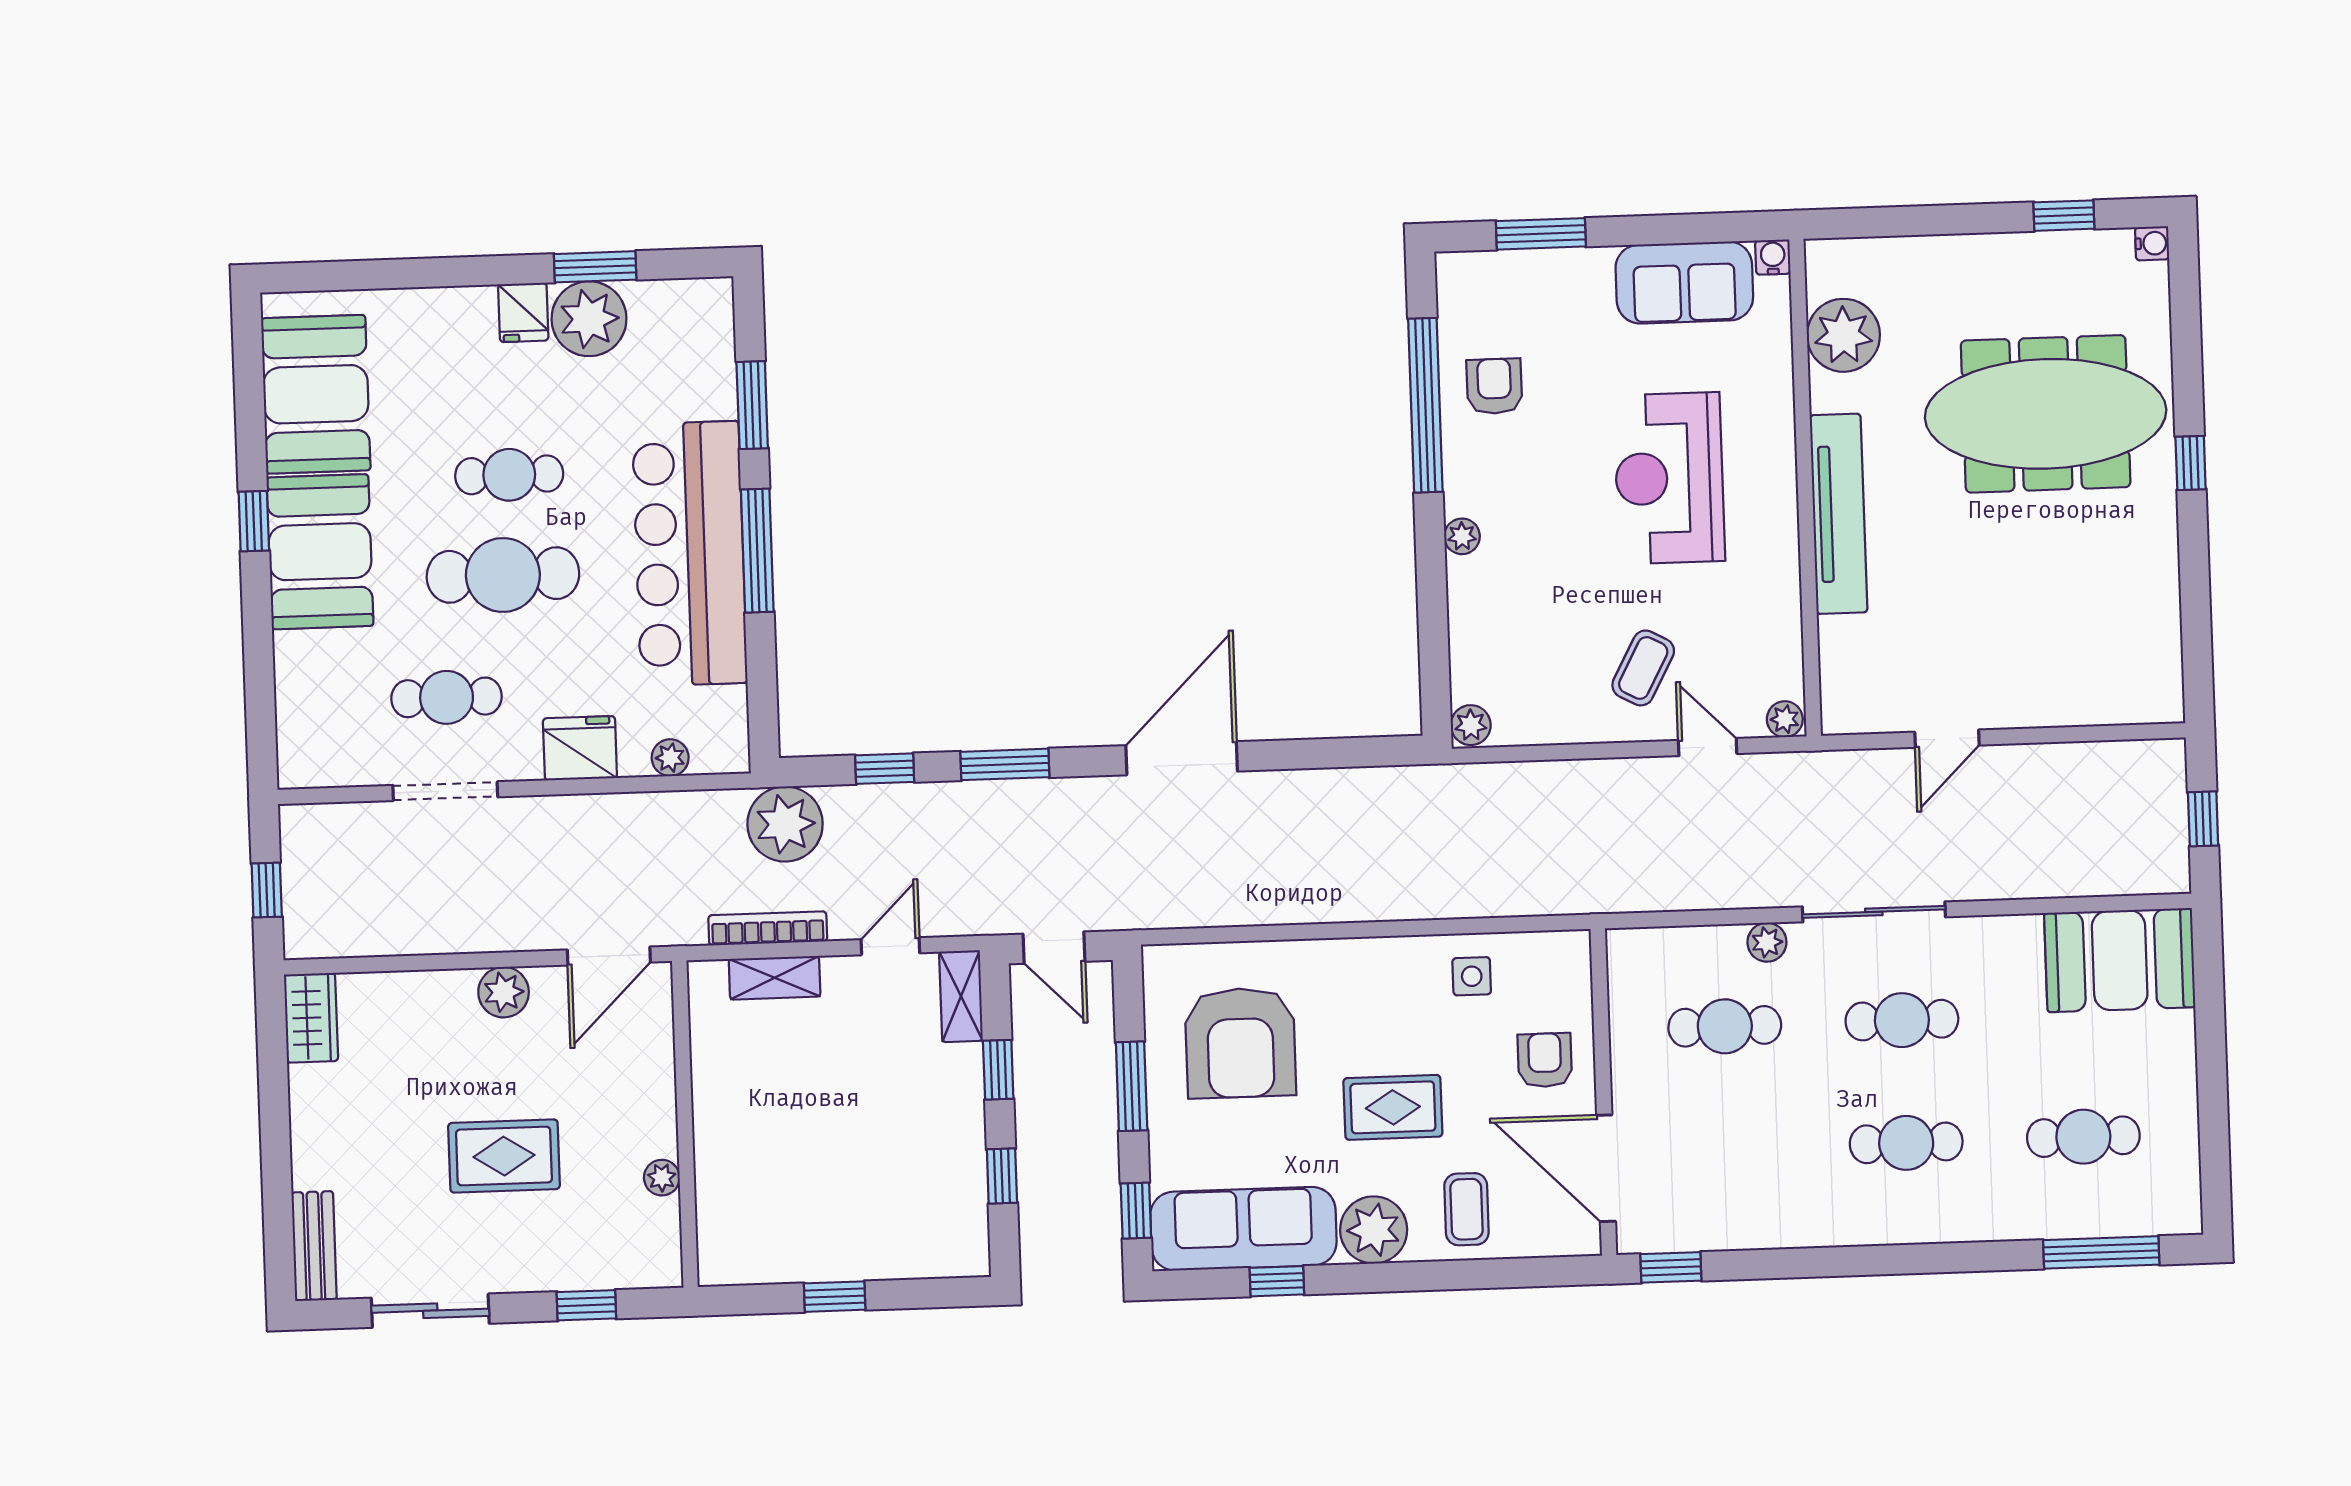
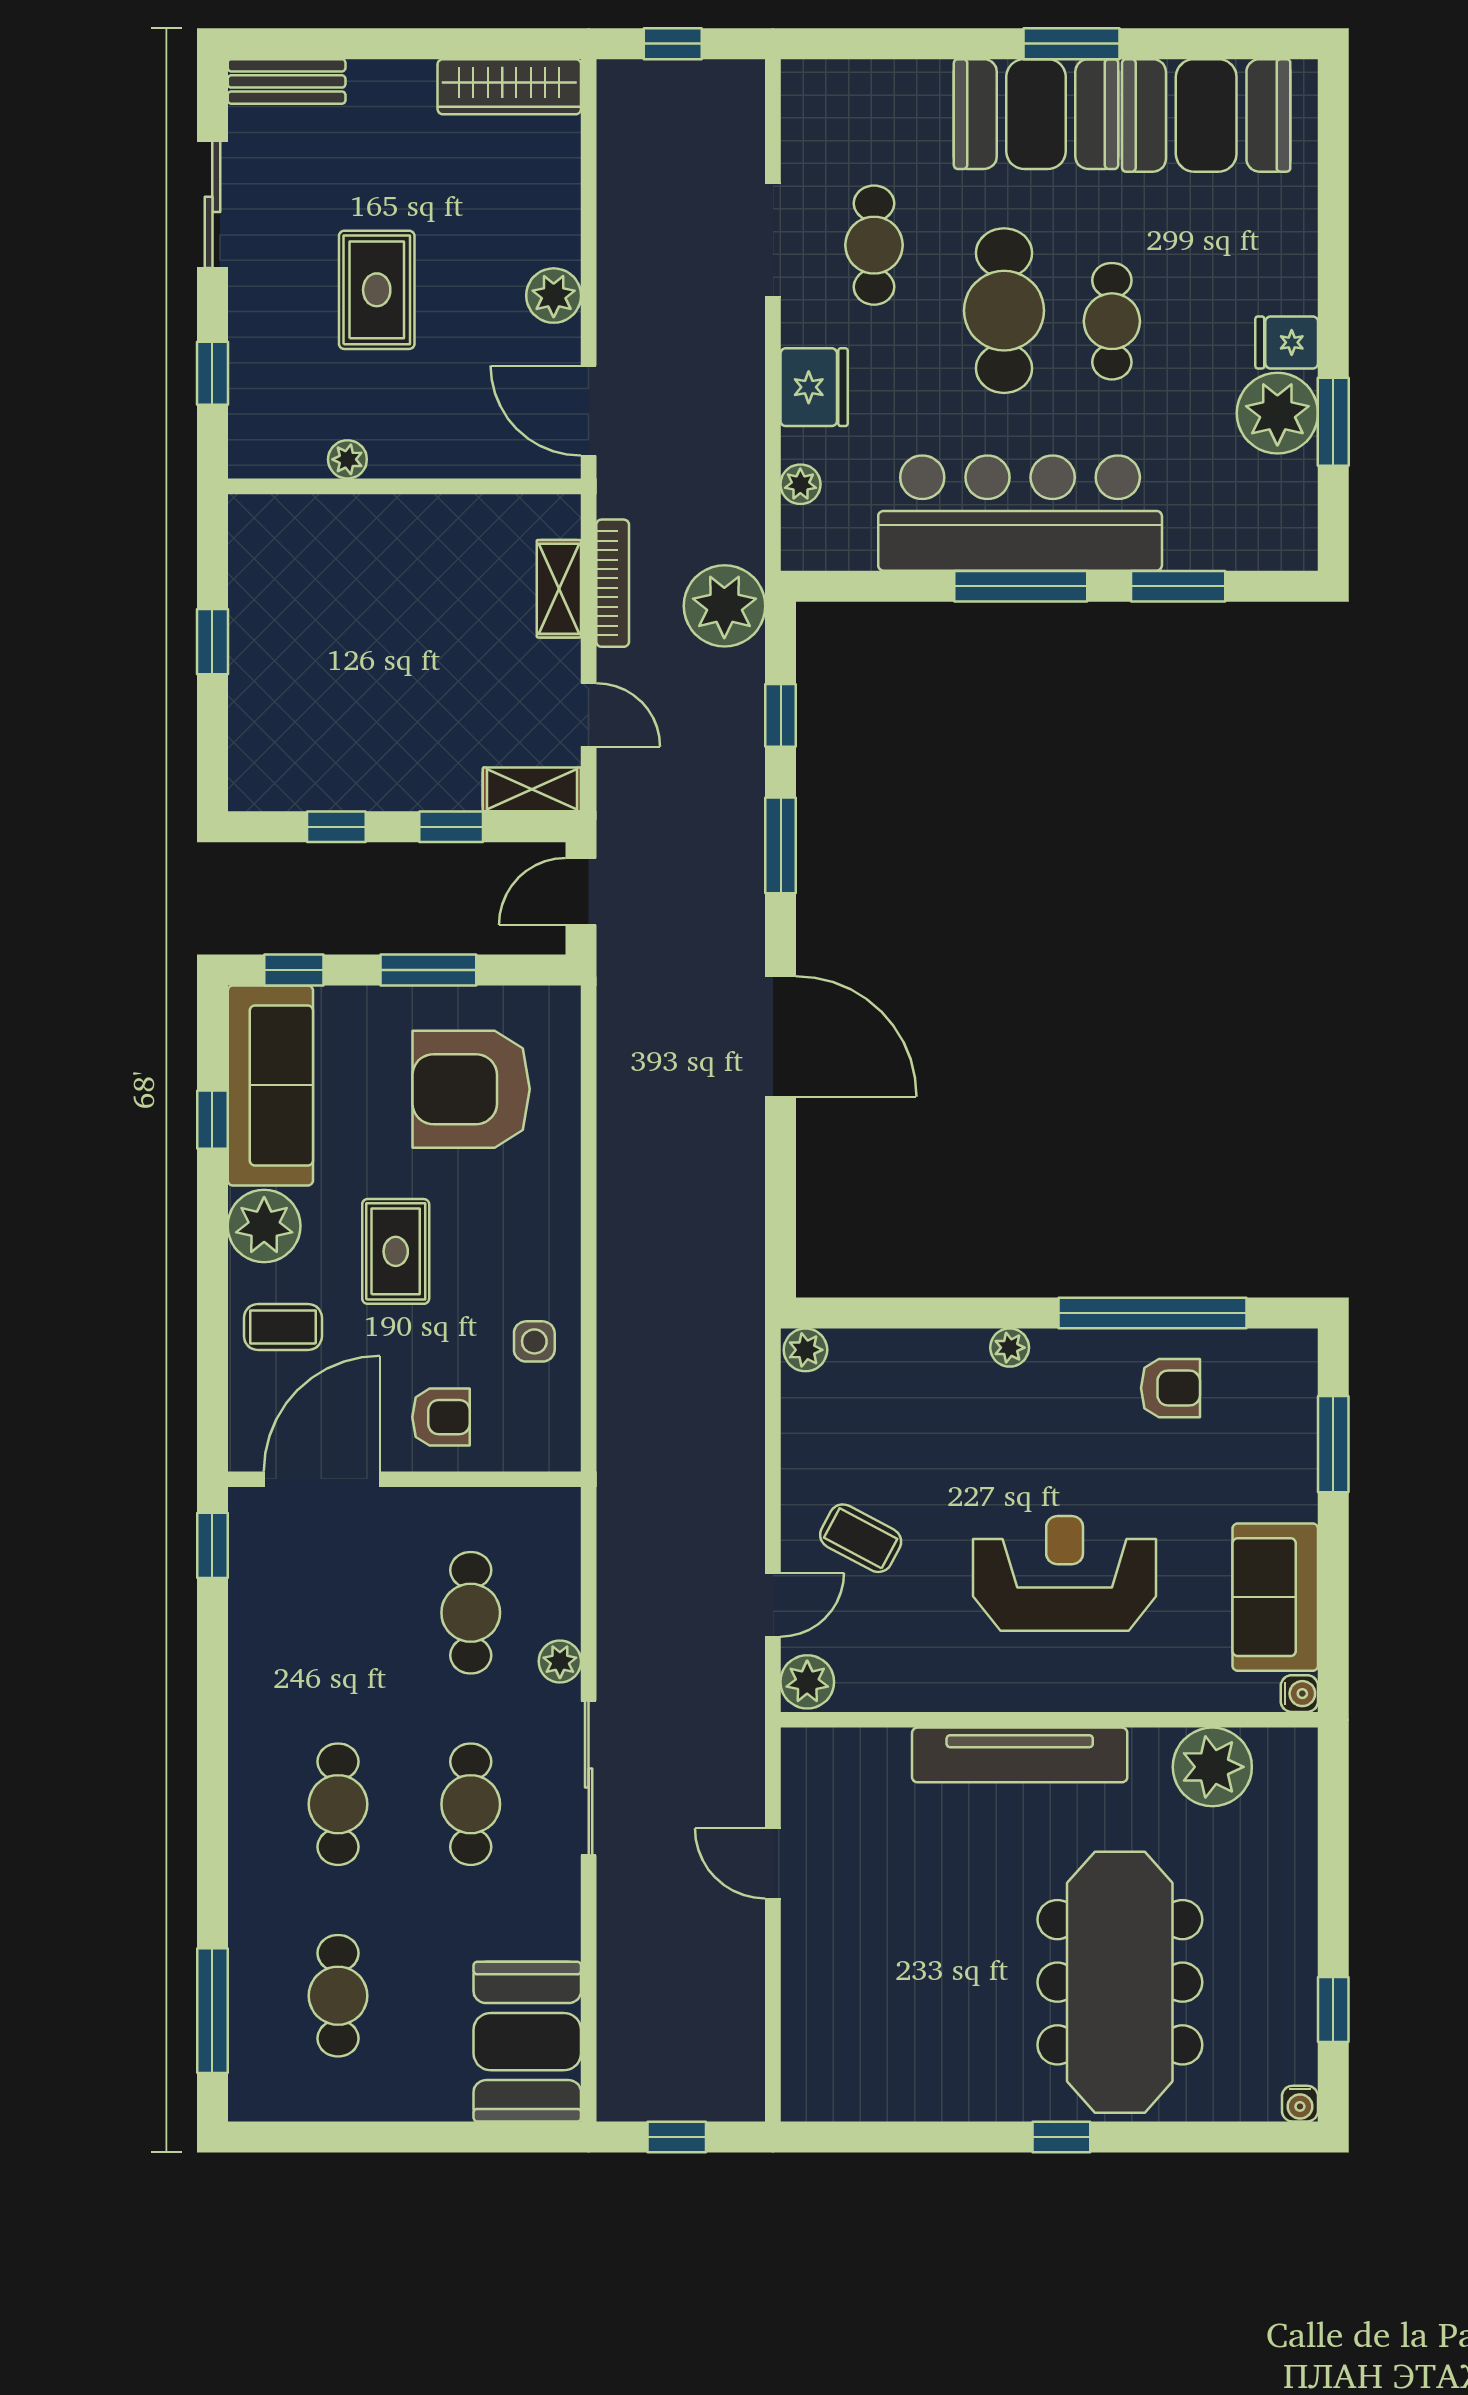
window: (254, 521) -> (1072, 44), width x1.50
plant: (1785, 719) -> (807, 1682), width x1.38, depth x1.38
wardrobe: (311, 1018) -> (509, 87), width x1.50

